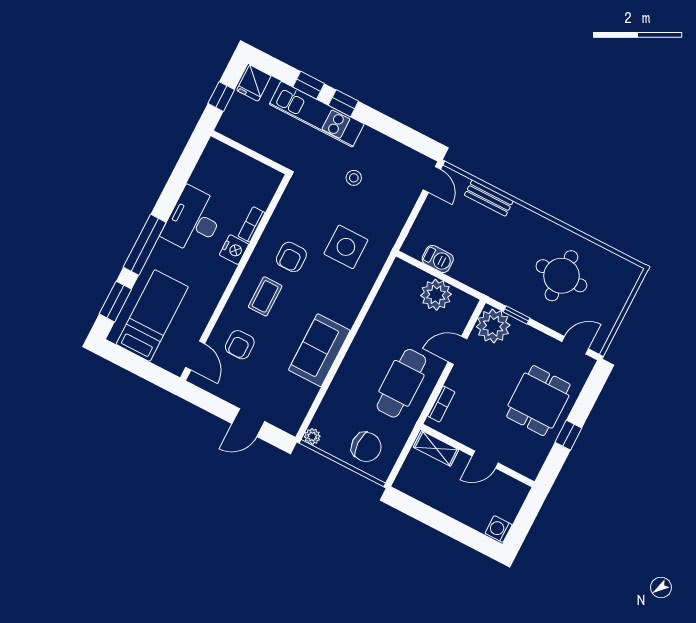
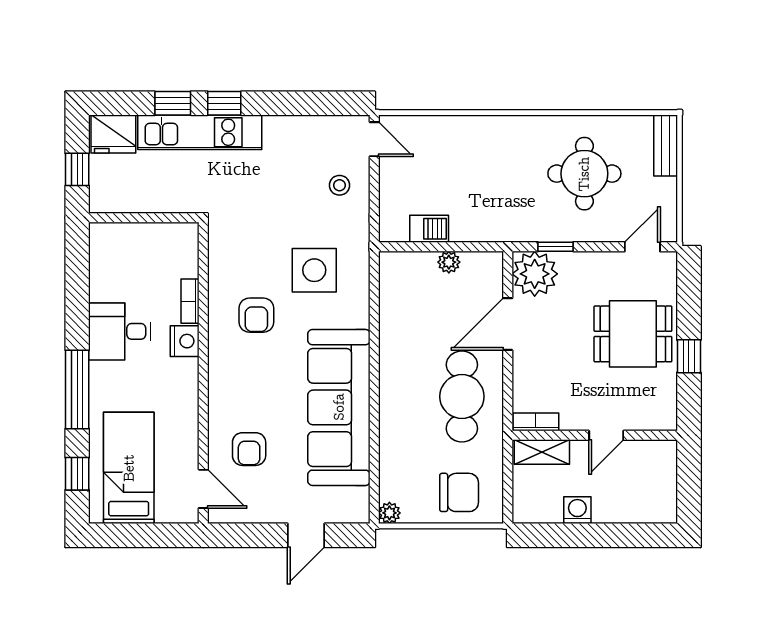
fridge: (254, 83) -> (113, 134), width x1.38
stool: (354, 178) -> (339, 185), moved
bench: (489, 198) -> (666, 145), moved, turned 90
desk: (194, 220) -> (120, 331), width x0.73
plant: (436, 295) -> (449, 262), width x0.53, depth x0.53
coffee table: (265, 296) -> (249, 377), removed
window: (115, 302) -> (77, 474), width x0.67
sofa: (319, 350) -> (339, 407), width x1.85, depth x1.27
door: (458, 350) -> (508, 324), width x1.38
dining table: (538, 401) -> (633, 334), turned 90
bookcase: (441, 404) -> (536, 422), moved, turned -90
washing machine: (499, 529) -> (577, 510), moved, turned 90

